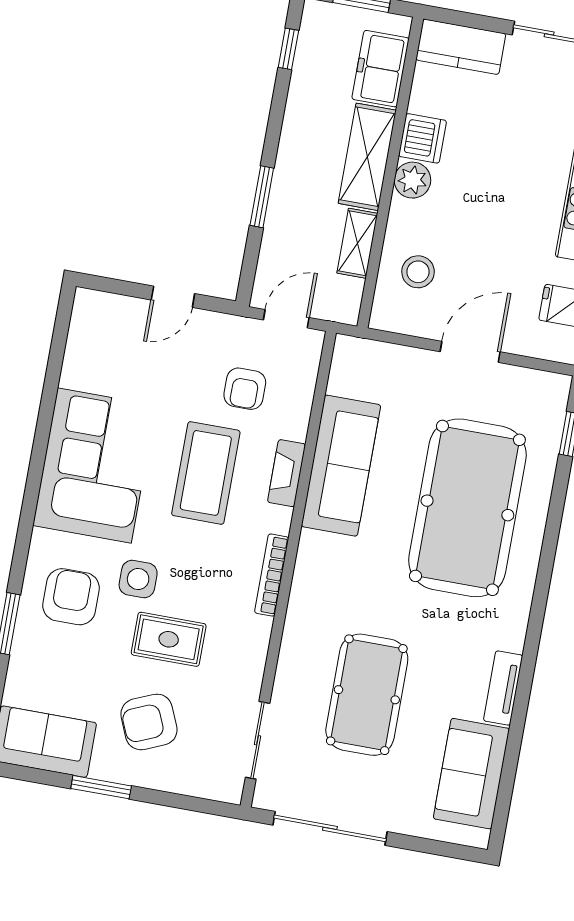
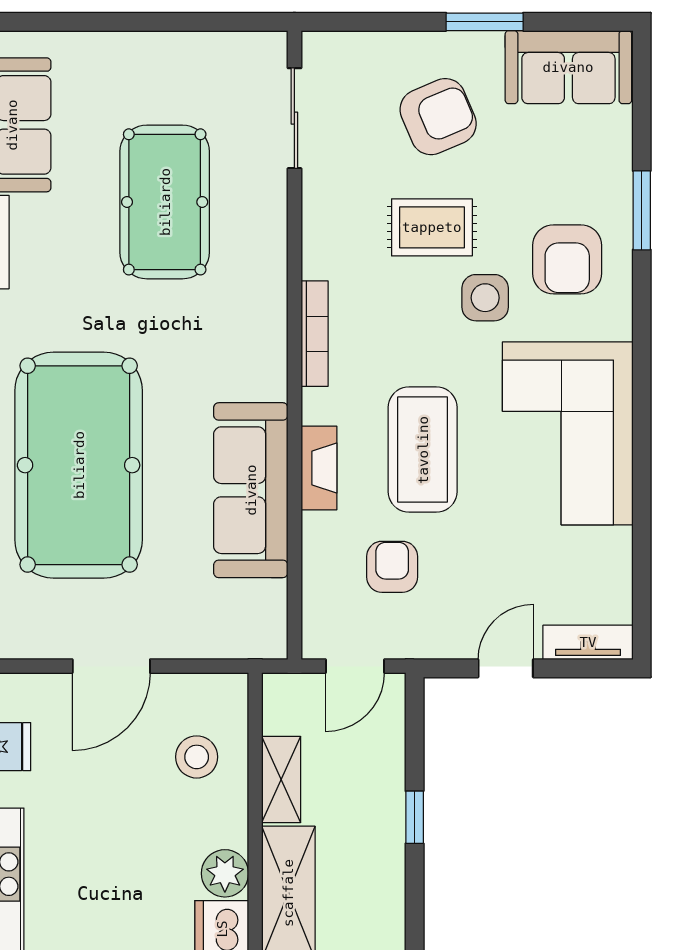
window: (262, 197) -> (415, 817), width x0.67
tv unit: (107, 305) -> (588, 642), added
sliding door: (330, 828) -> (181, 22), removed

